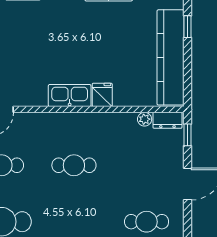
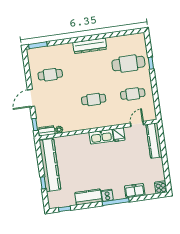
fridge: (102, 95) -> (119, 135), moved

